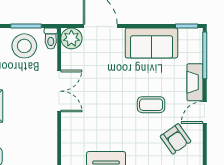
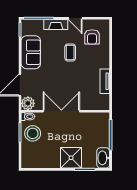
double door: (59, 91) -> (61, 111), width x1.37
armchair: (176, 139) -> (92, 37), turned 125

